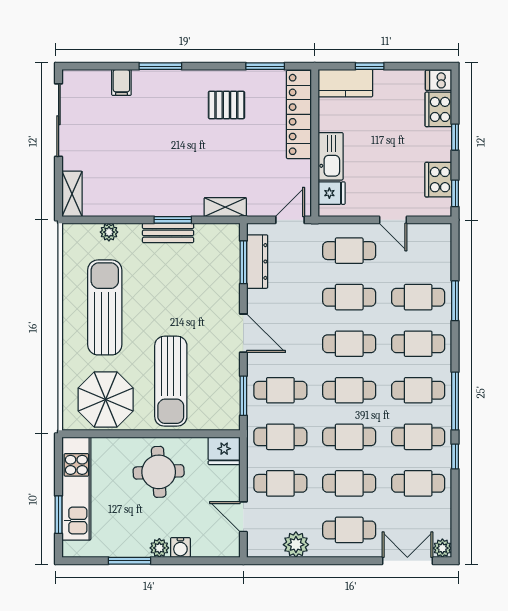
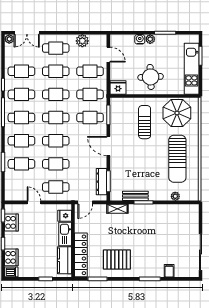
kitchen counter: (345, 83) -> (64, 260), moved, turned -90
pallet: (226, 105) -> (117, 260), width x1.50, depth x1.42
shelving: (72, 194) -> (194, 215), removed
bench: (168, 233) -> (135, 196), moved
sun lounger: (171, 381) -> (145, 122), width x0.73, depth x0.75

